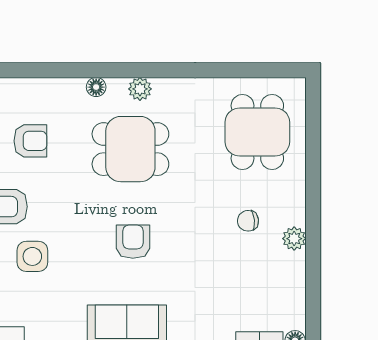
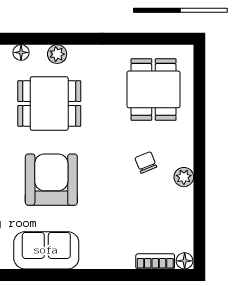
chair: (248, 221) -> (146, 162), turned 74
armchair: (133, 242) -> (51, 180), width x1.88, depth x1.88

